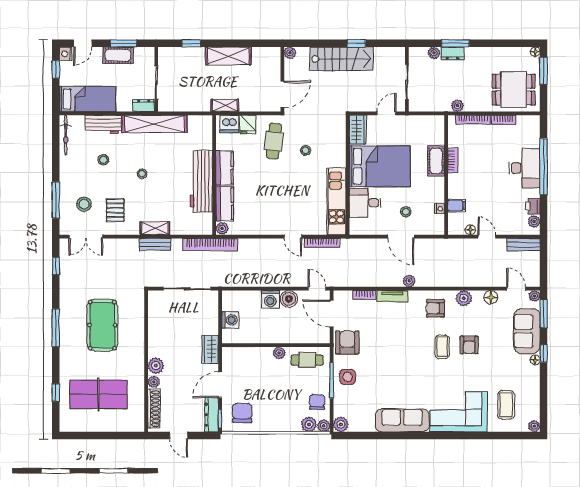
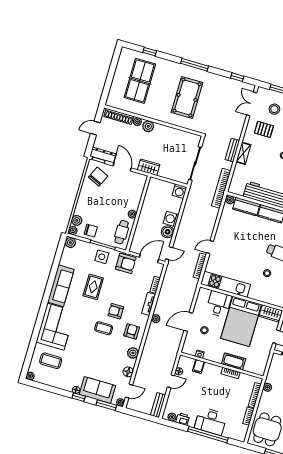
washing machine: (230, 320) -> (180, 191), moved
pool table: (102, 325) -> (187, 97), turned 90
armchair: (469, 345) -> (116, 311), moved
rug: (391, 377) -> (93, 287), added
chair: (242, 413) -> (98, 177), turned -66

